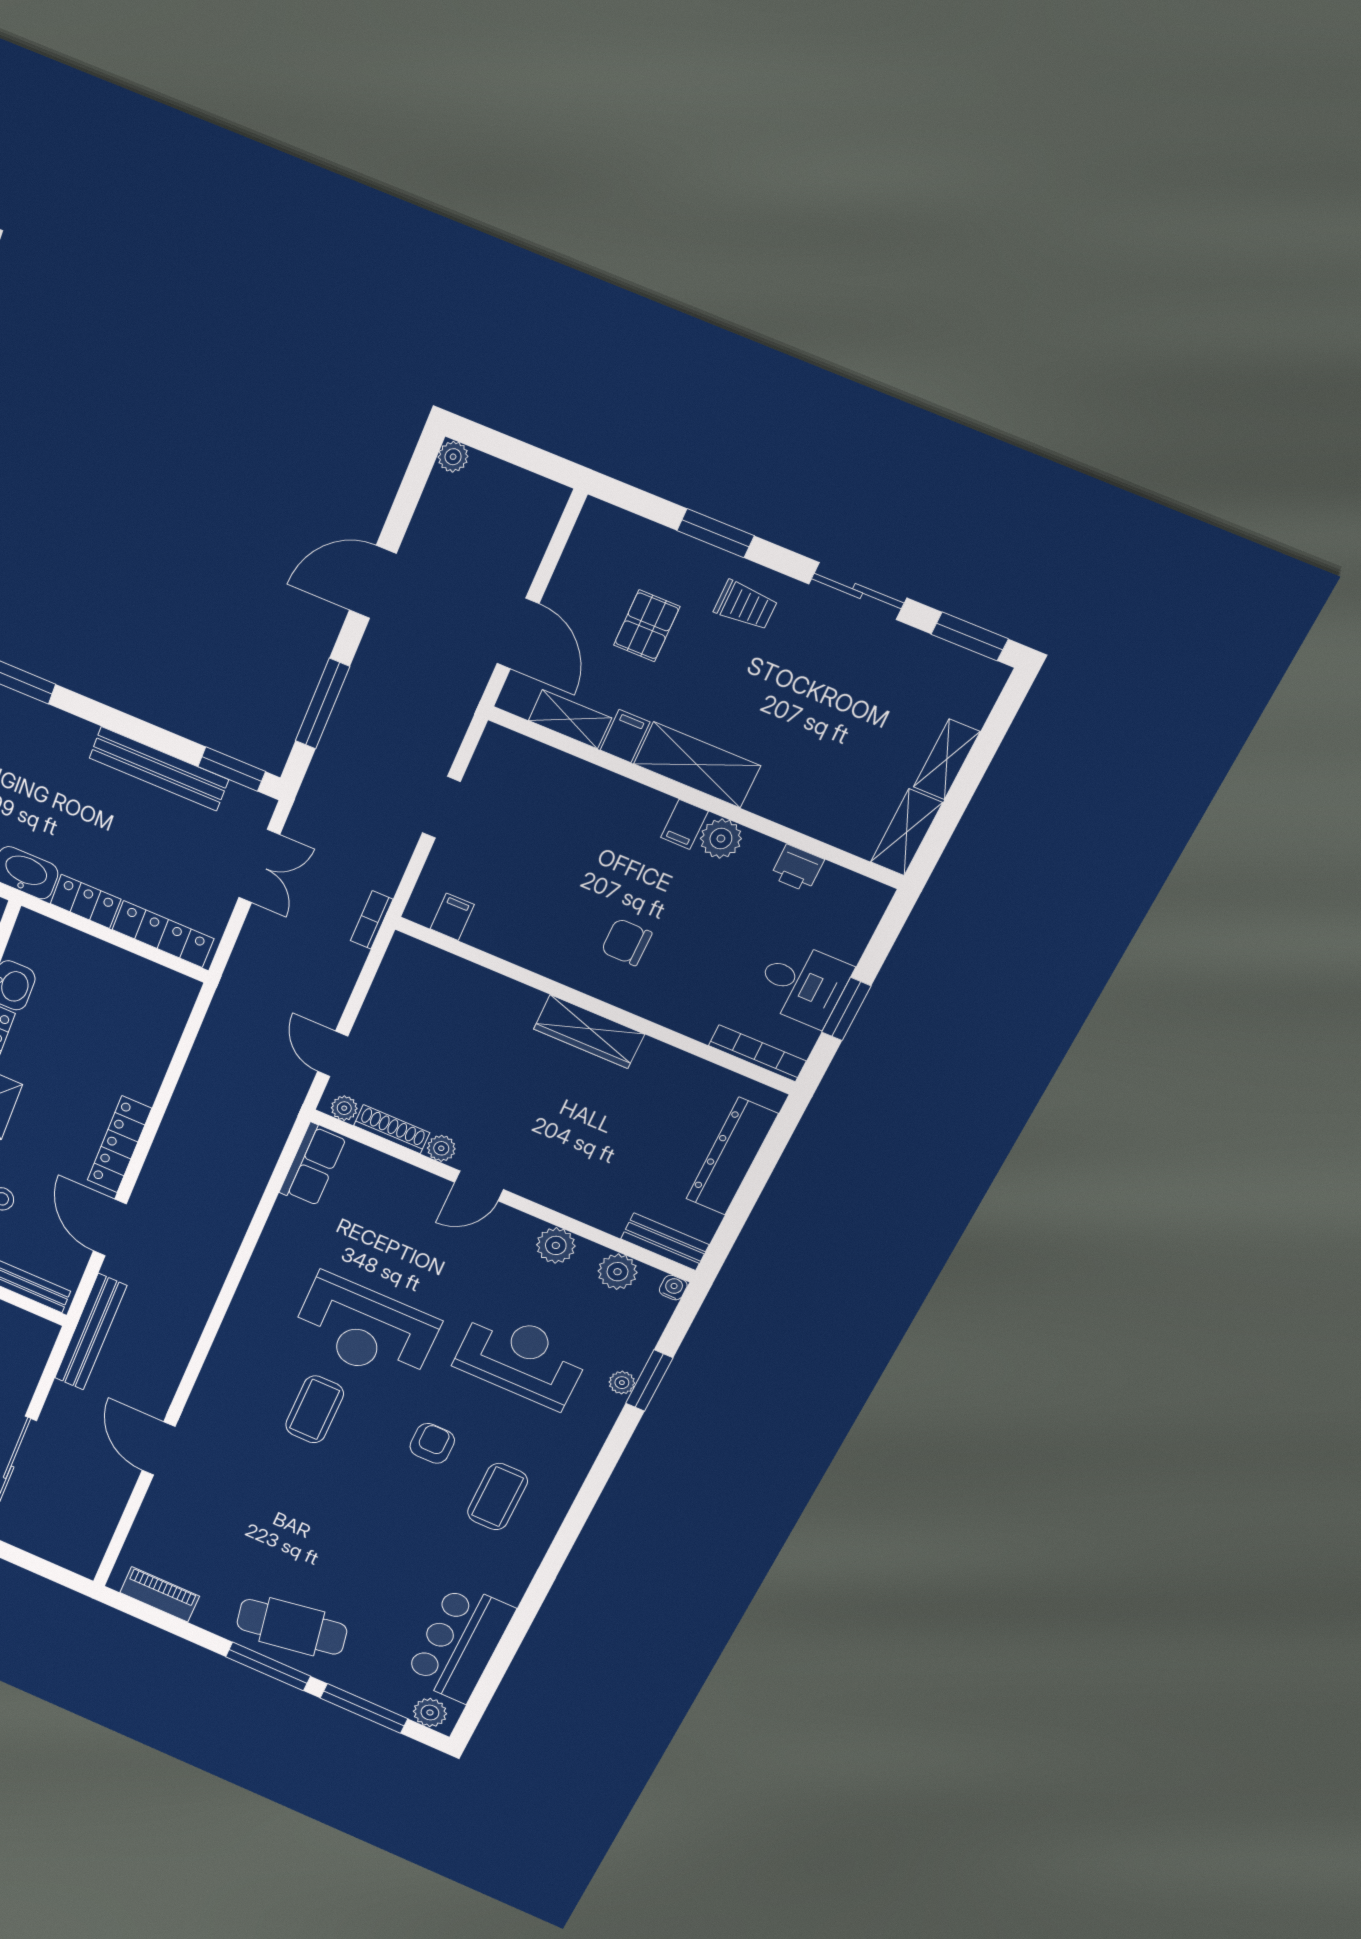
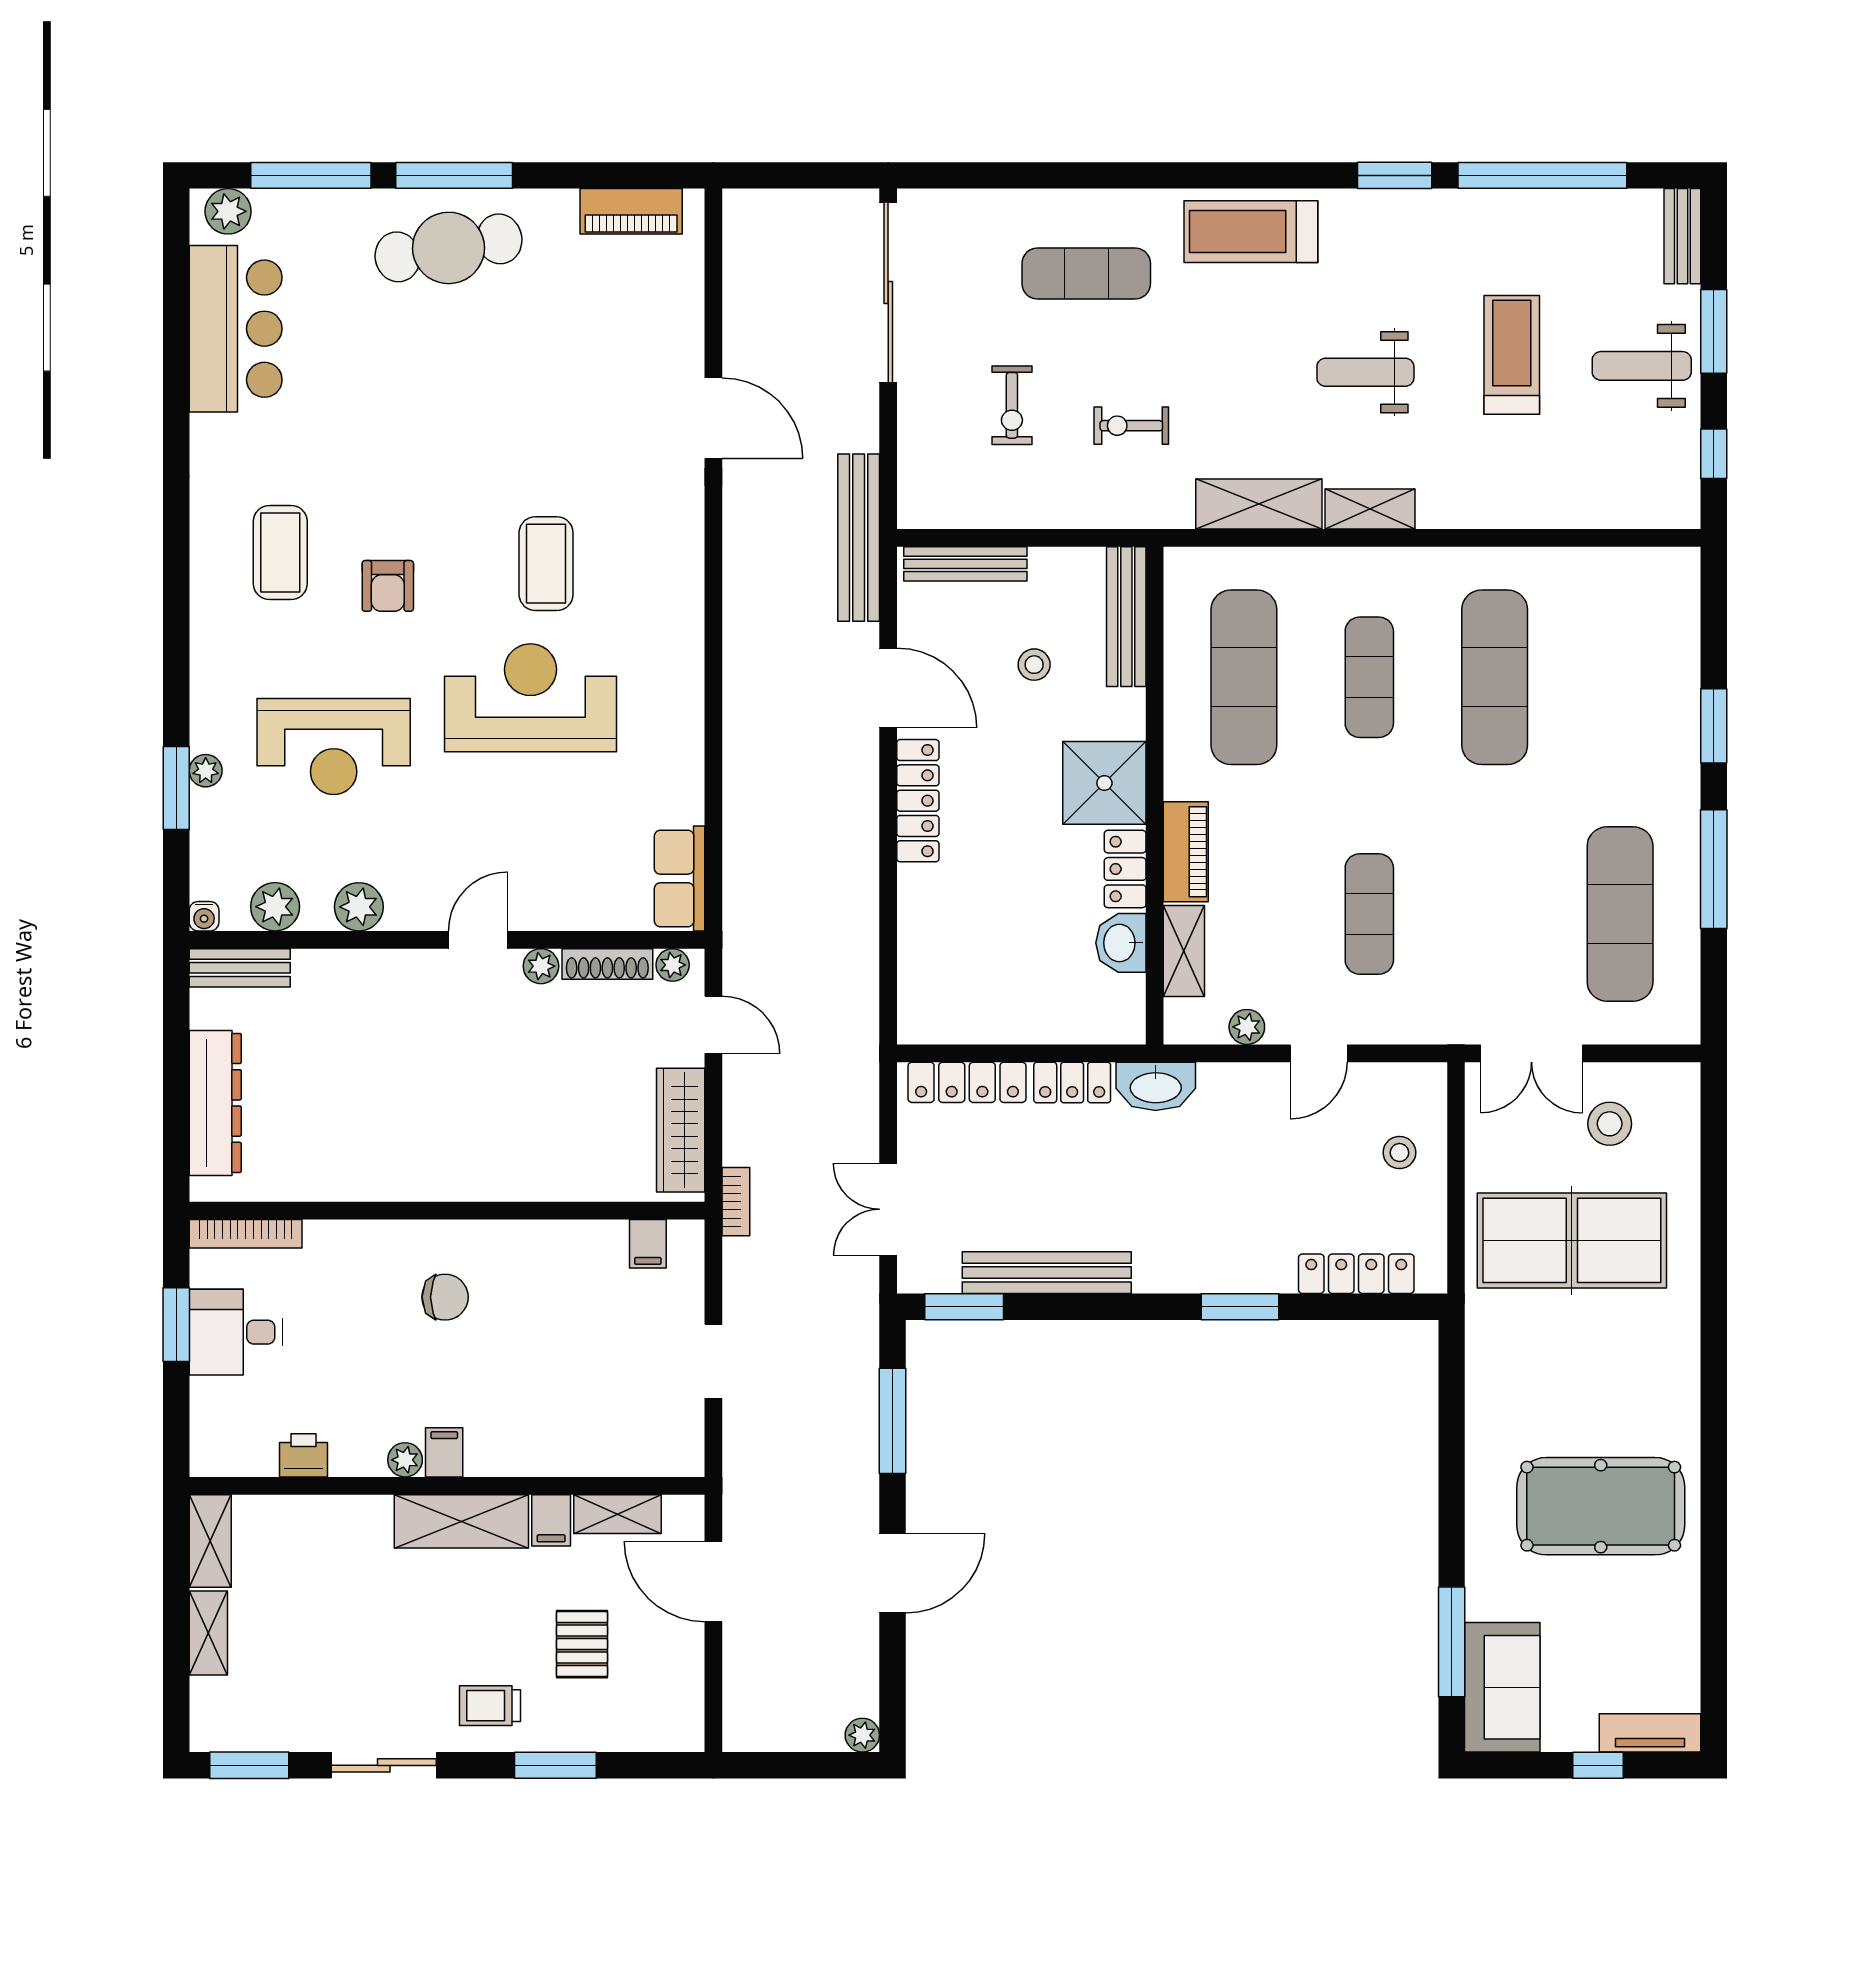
plant: (721, 839) -> (405, 1460), width x0.73, depth x0.73
wardrobe: (589, 1032) -> (681, 1130), moved, turned -90

